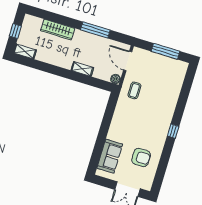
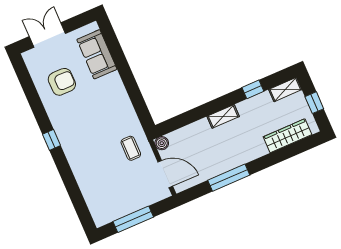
wardrobe: (58, 30) -> (288, 136), moved
window: (42, 66) -> (253, 89), added
shelving: (82, 69) -> (223, 116), moved
armchair: (141, 157) -> (62, 82), turned 180

